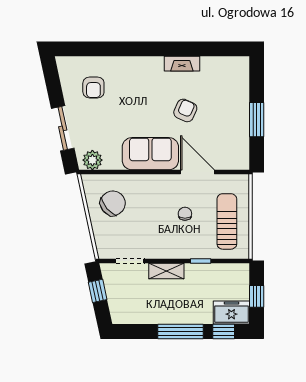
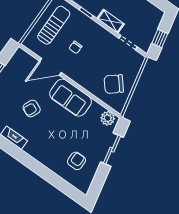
door: (197, 172) -> (50, 67), hinge flipped
sun lounger: (227, 221) -> (54, 25), turned 180

